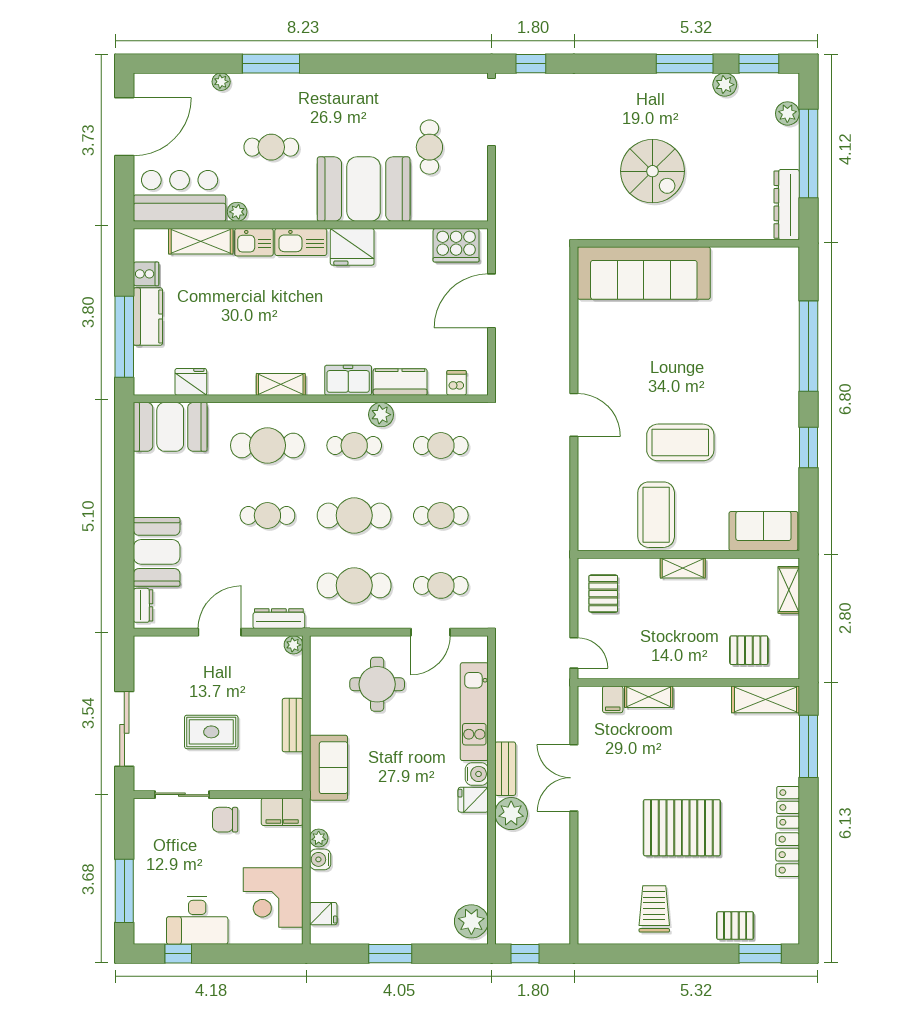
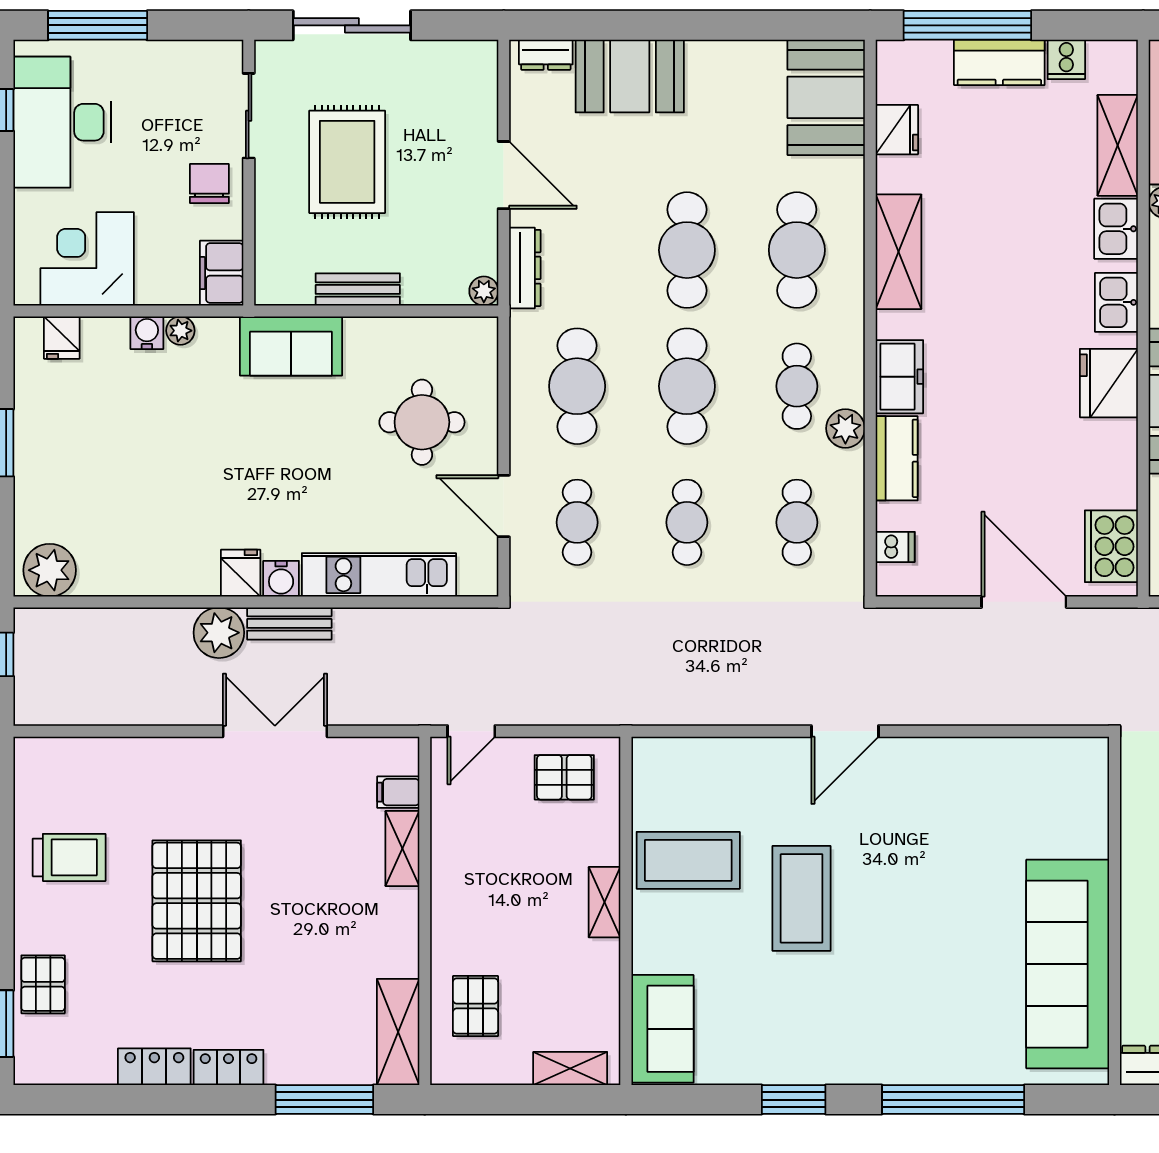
kitchen sink: (301, 242) -> (1116, 302), width x0.73
sofa: (644, 273) -> (1068, 964), moved
shelving: (281, 384) -> (898, 252), width x1.50, depth x1.33
cafe table: (267, 515) -> (687, 250), width x1.37, depth x1.35
rug: (211, 732) -> (347, 162), width x1.36, depth x1.43
desk: (197, 920) -> (62, 122), width x1.36, depth x1.30

